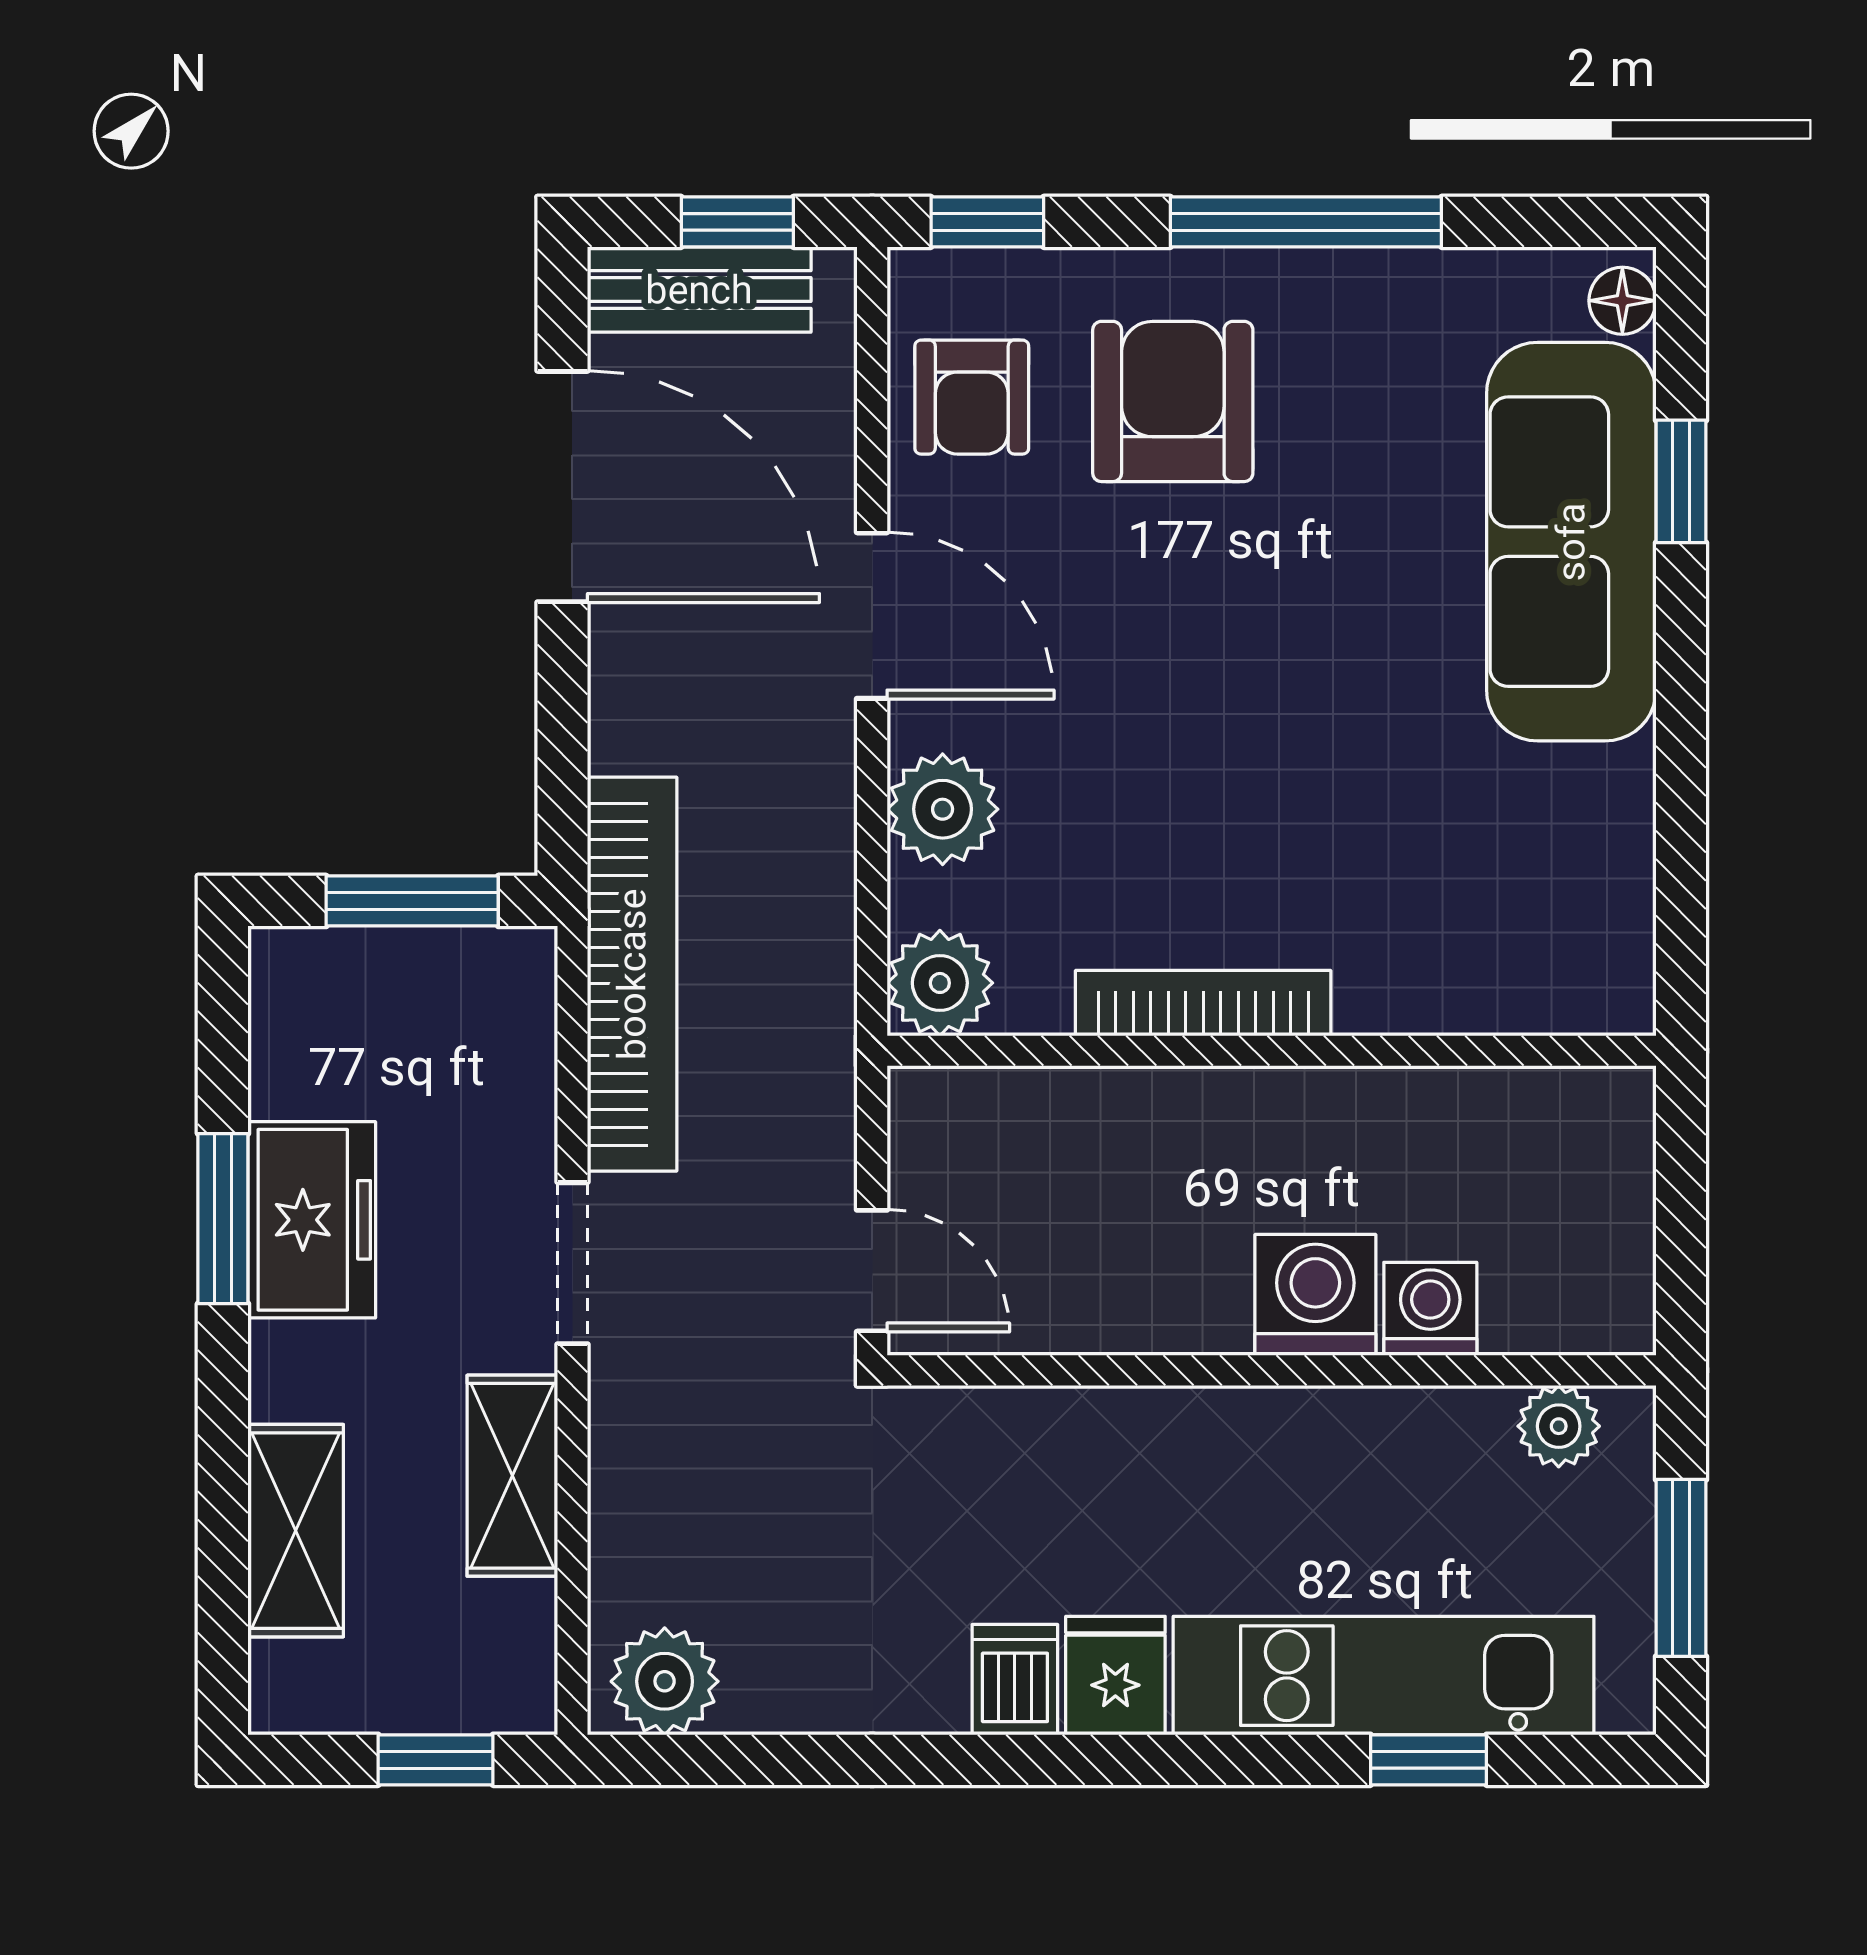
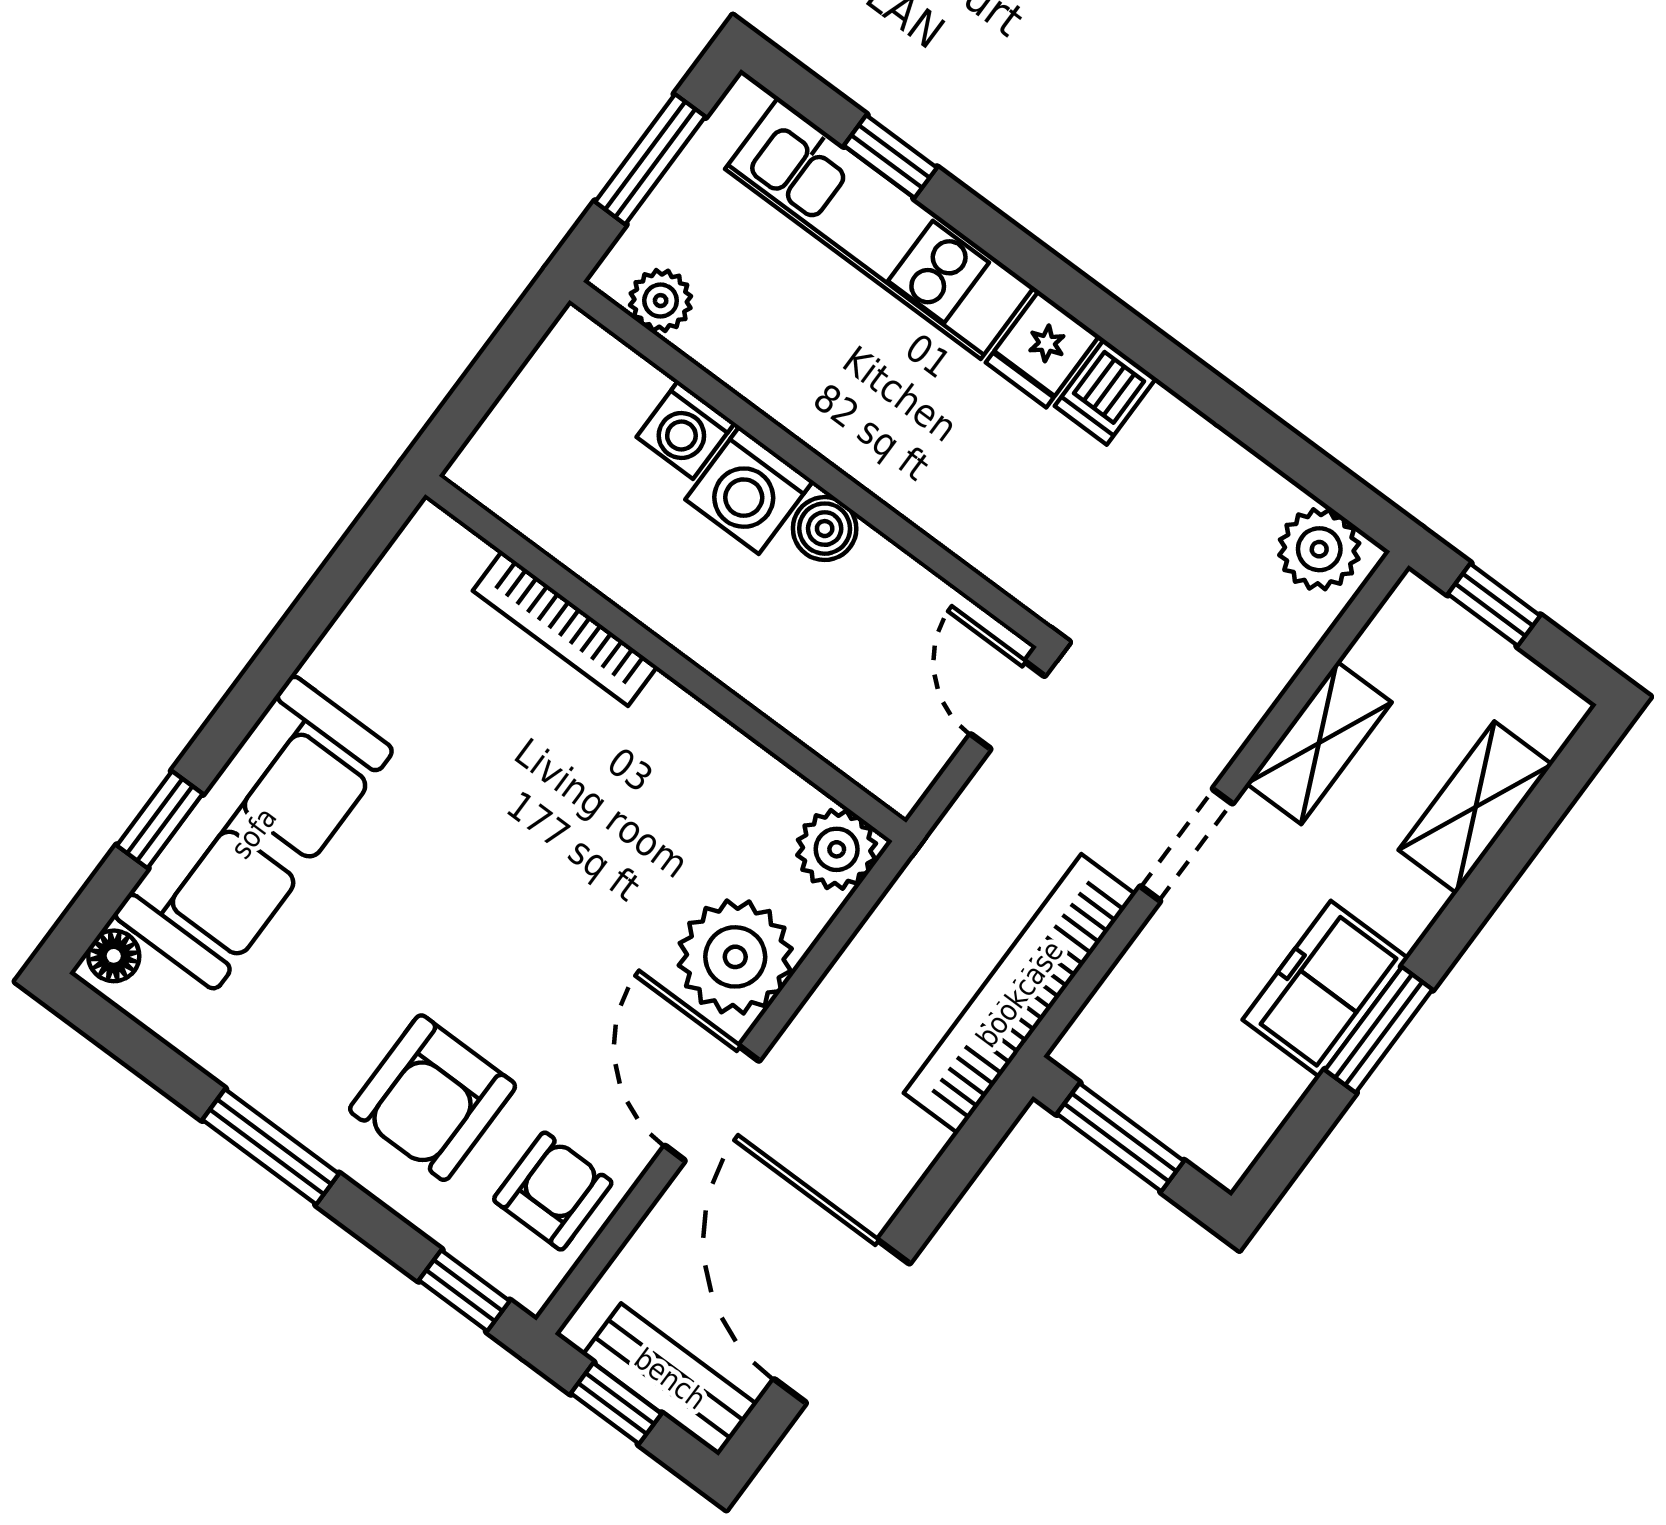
window: (1306, 222) -> (271, 1147), width x0.69
plant: (943, 809) -> (735, 957), width x1.36, depth x1.36
bookcase: (1203, 1003) -> (565, 629), moved
boiler: (1205, 1314) -> (825, 529), added

